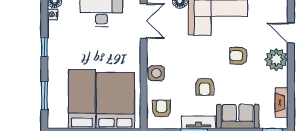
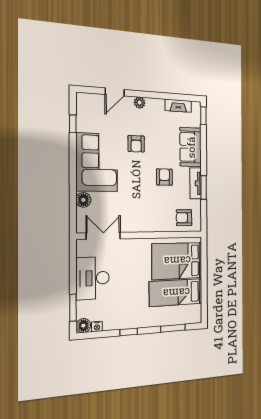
plant: (276, 59) -> (140, 103), width x0.53, depth x0.53
side table: (156, 73) -> (152, 223), removed
armchair: (205, 87) -> (164, 177), turned -90

